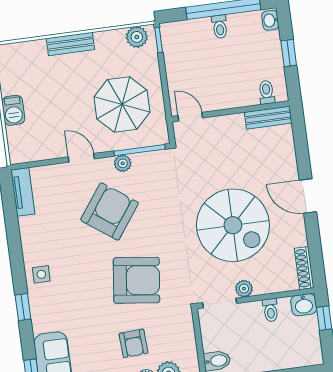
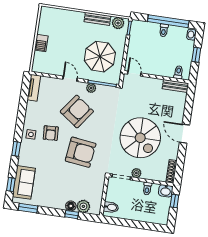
bench: (70, 44) -> (97, 19), moved
armchair: (134, 343) -> (51, 133), moved

